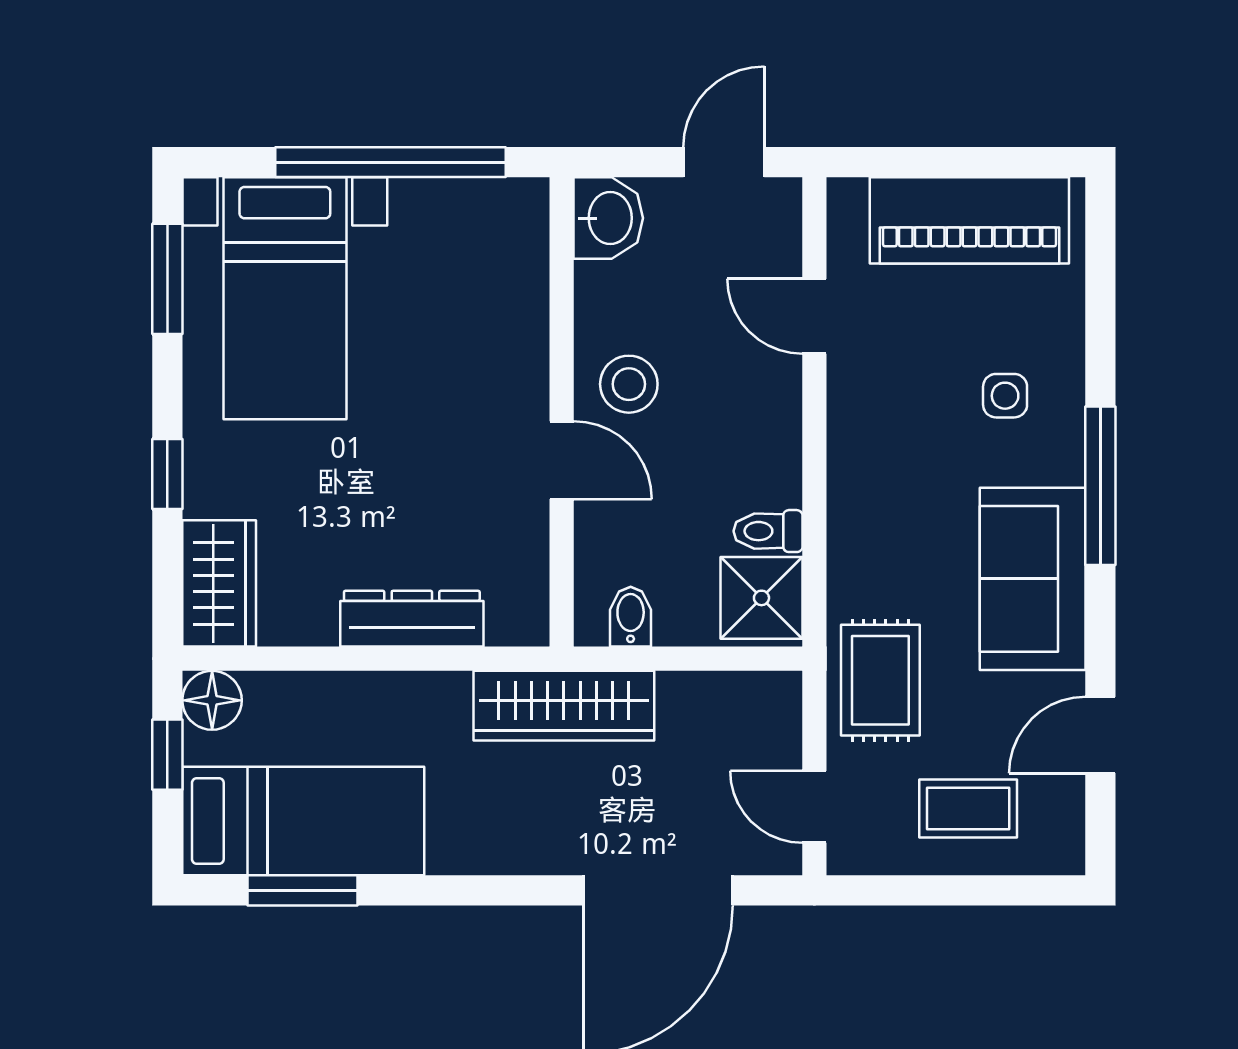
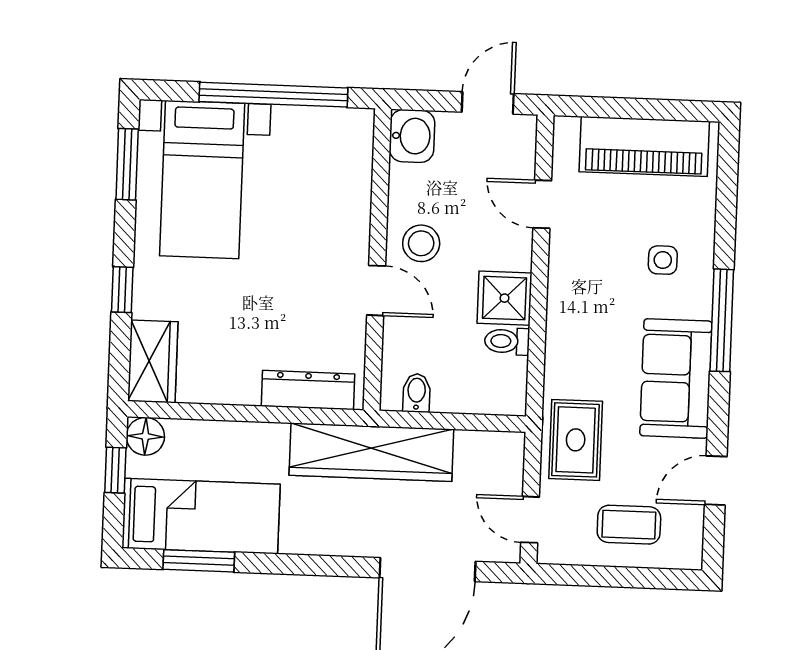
shower: (761, 598) -> (504, 298), moved
dresser: (412, 619) -> (308, 390), moved
wardrobe: (564, 706) -> (371, 452), width x1.40, depth x1.17

